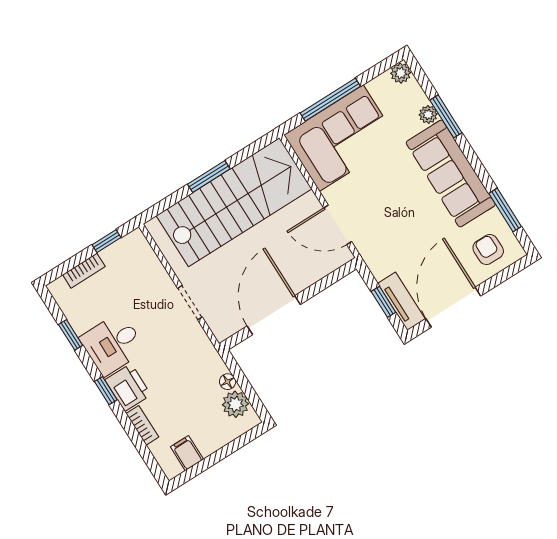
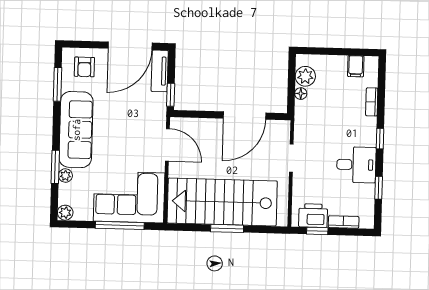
window: (383, 302) -> (171, 95), moved
printer: (128, 387) -> (313, 216), moved, turned 90

